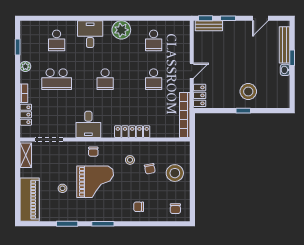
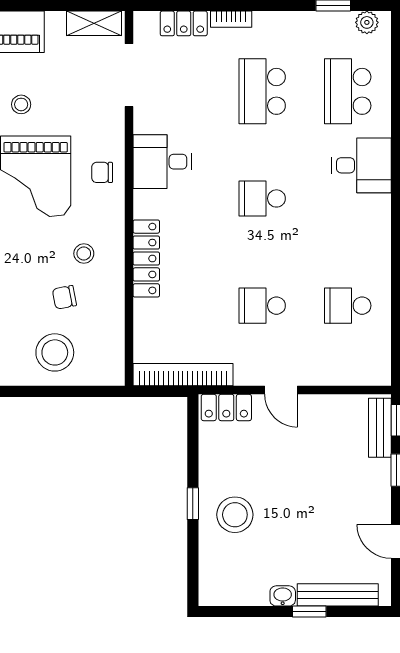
plant: (121, 30) -> (371, 234), removed
school desk: (57, 40) -> (348, 91), width x1.85
plant: (25, 66) -> (367, 22), moved

